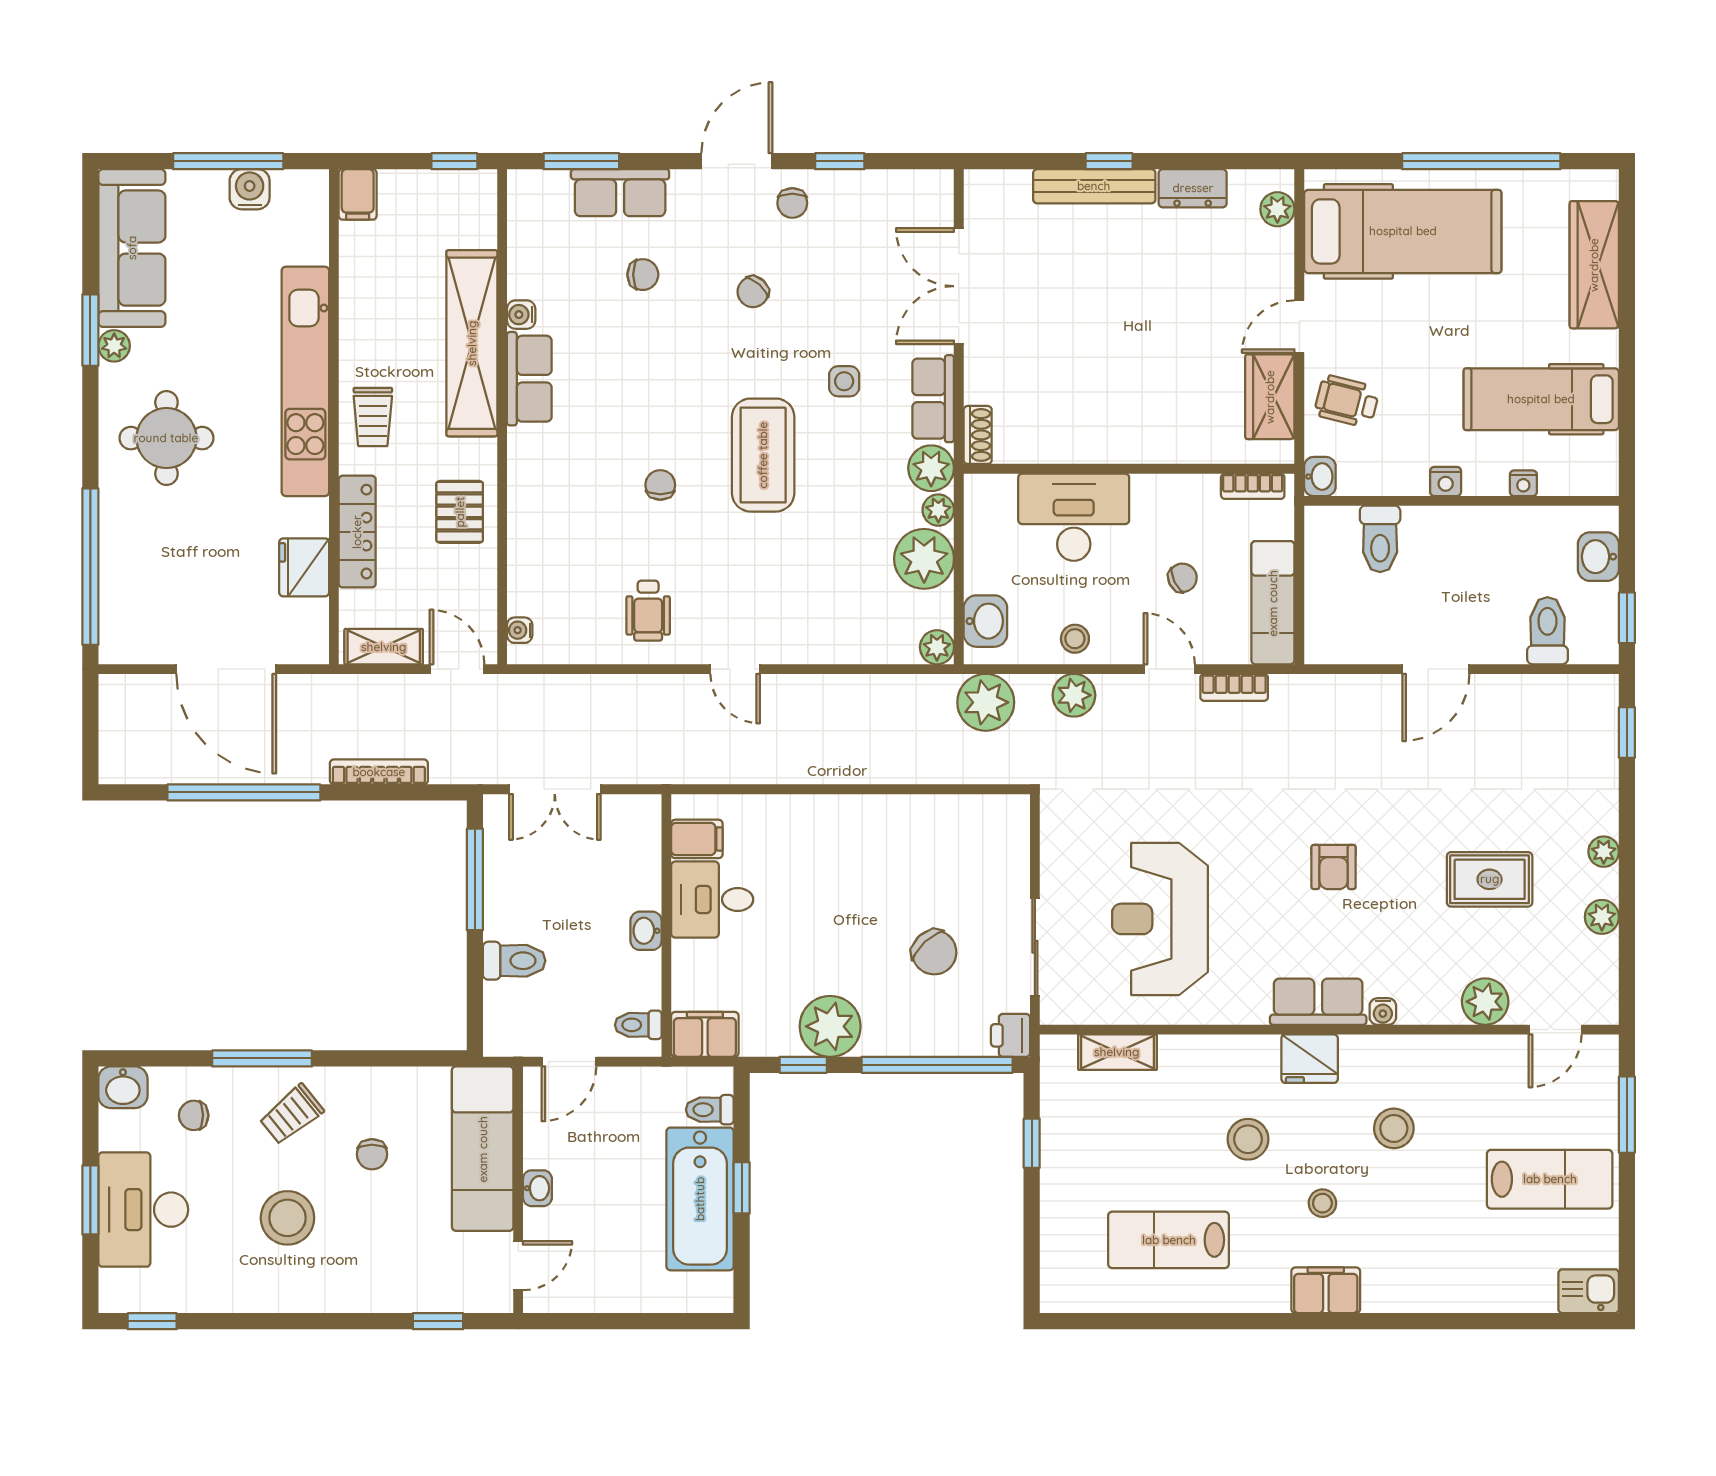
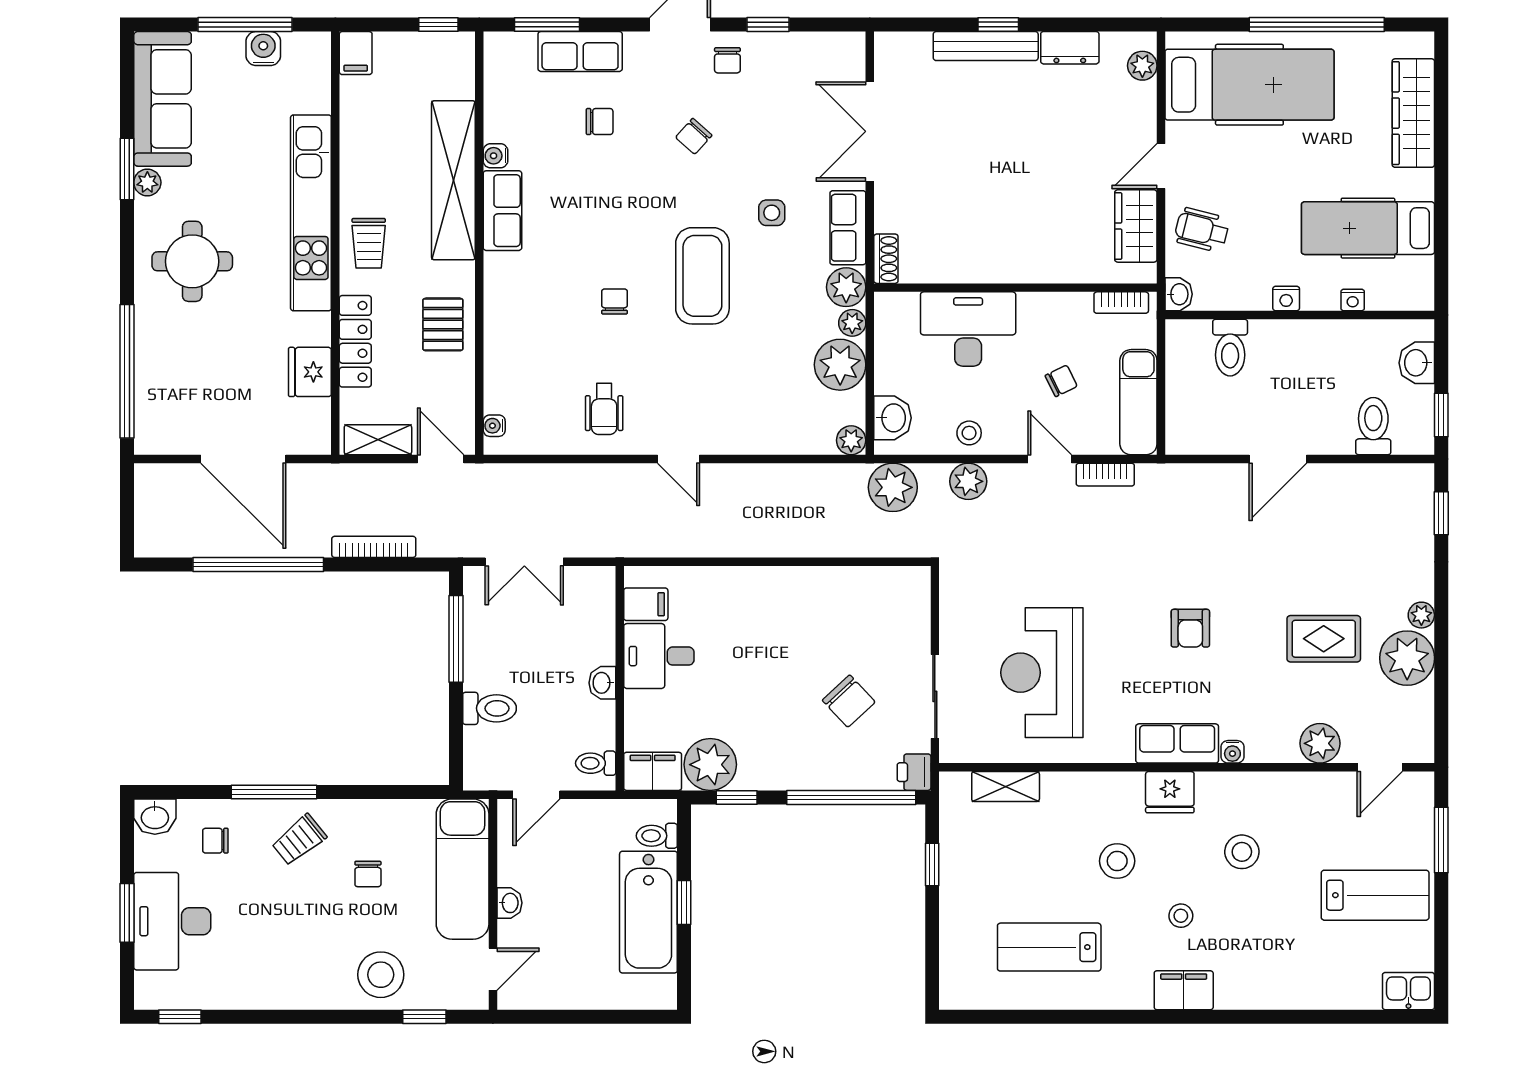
plant: (1602, 917) -> (1407, 658), width x1.87, depth x1.87
plant: (830, 1026) -> (710, 765), moved
stool: (287, 1218) -> (381, 975), moved

